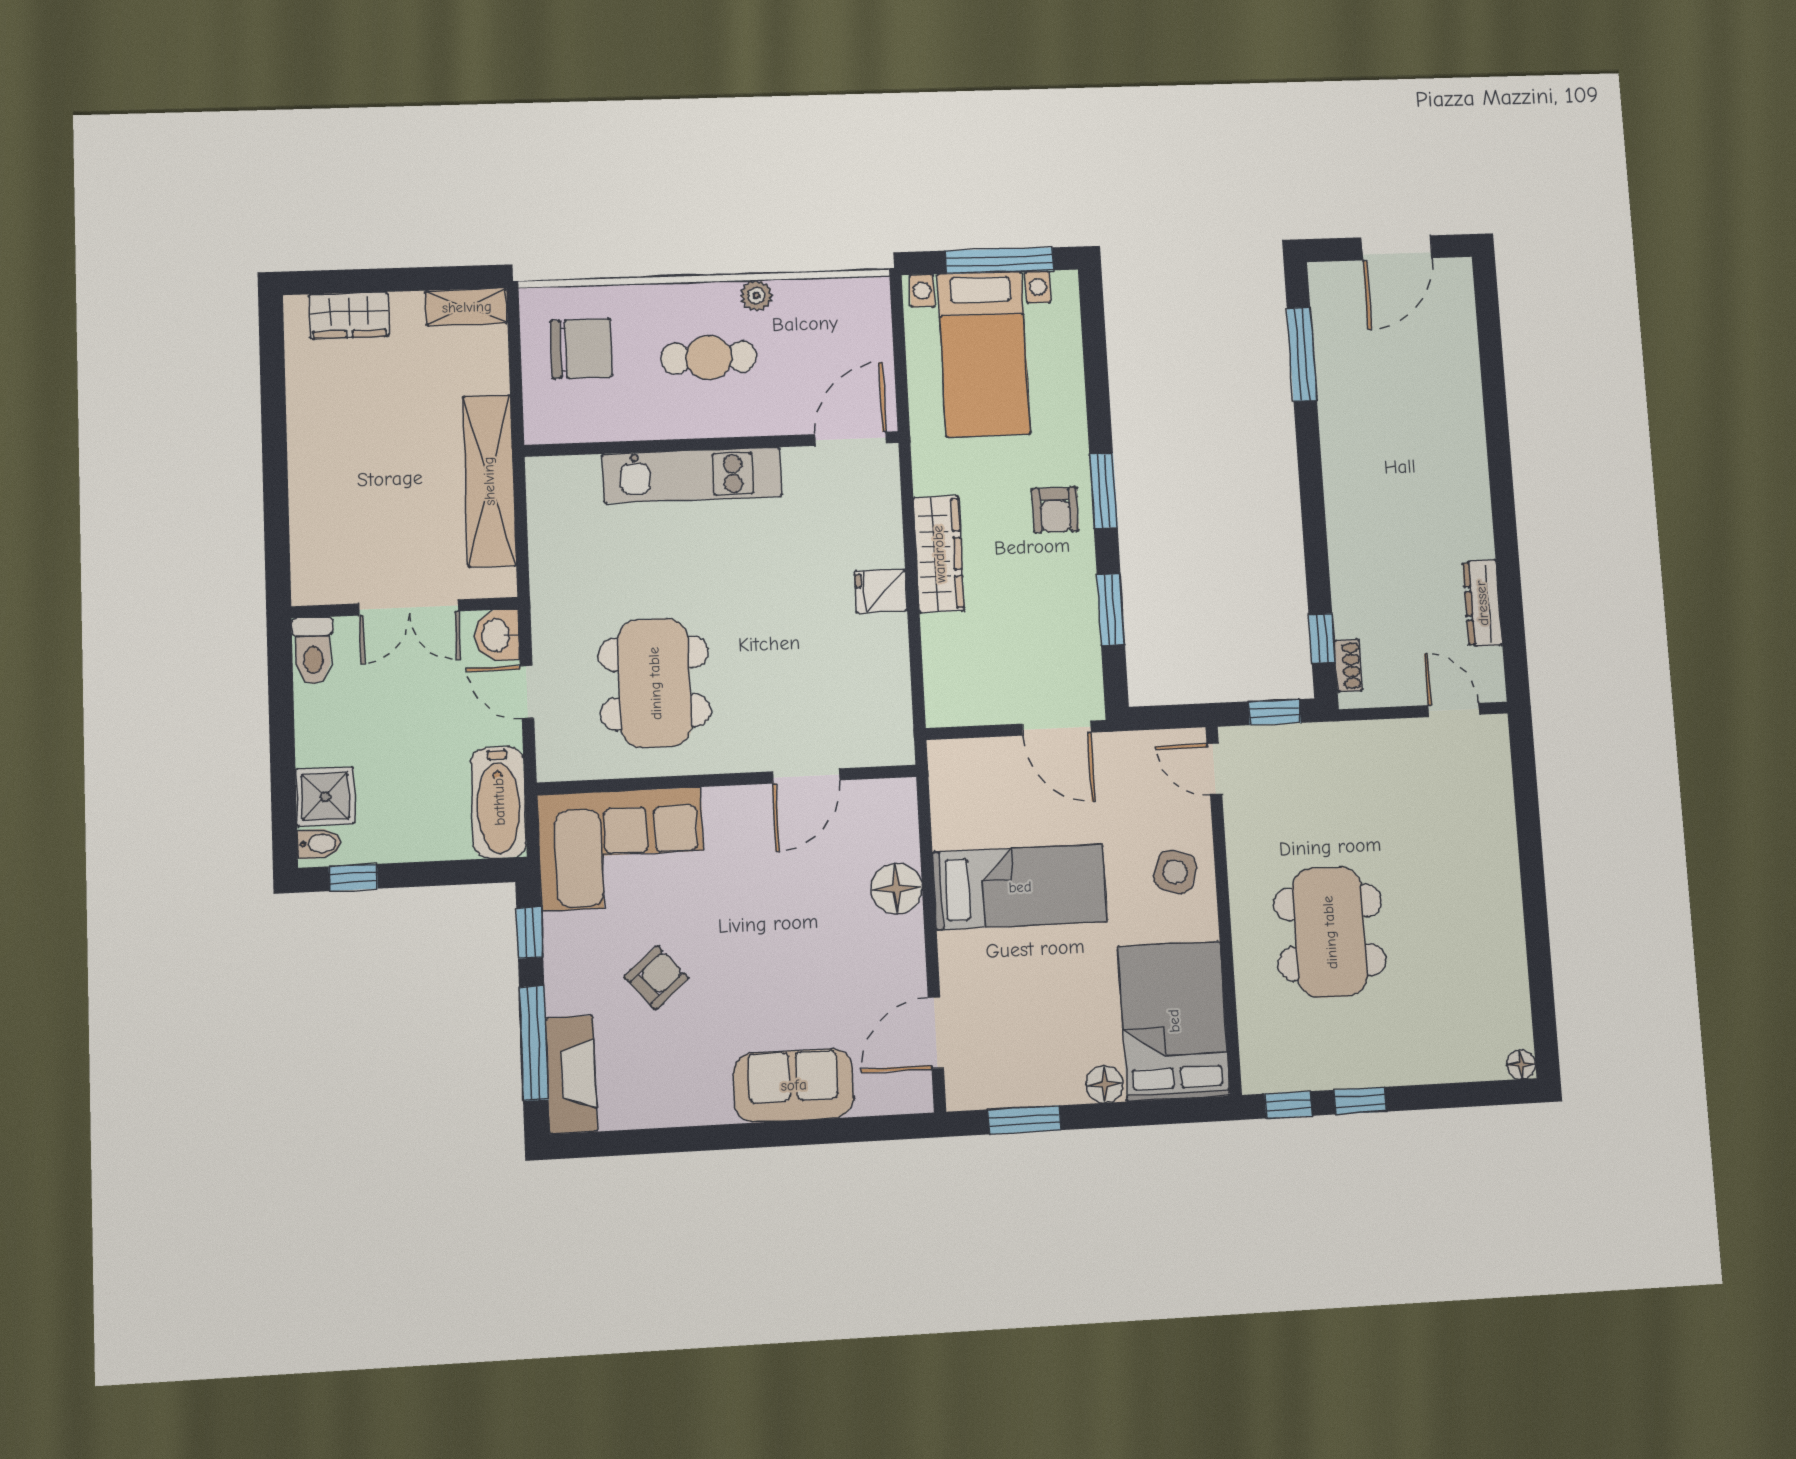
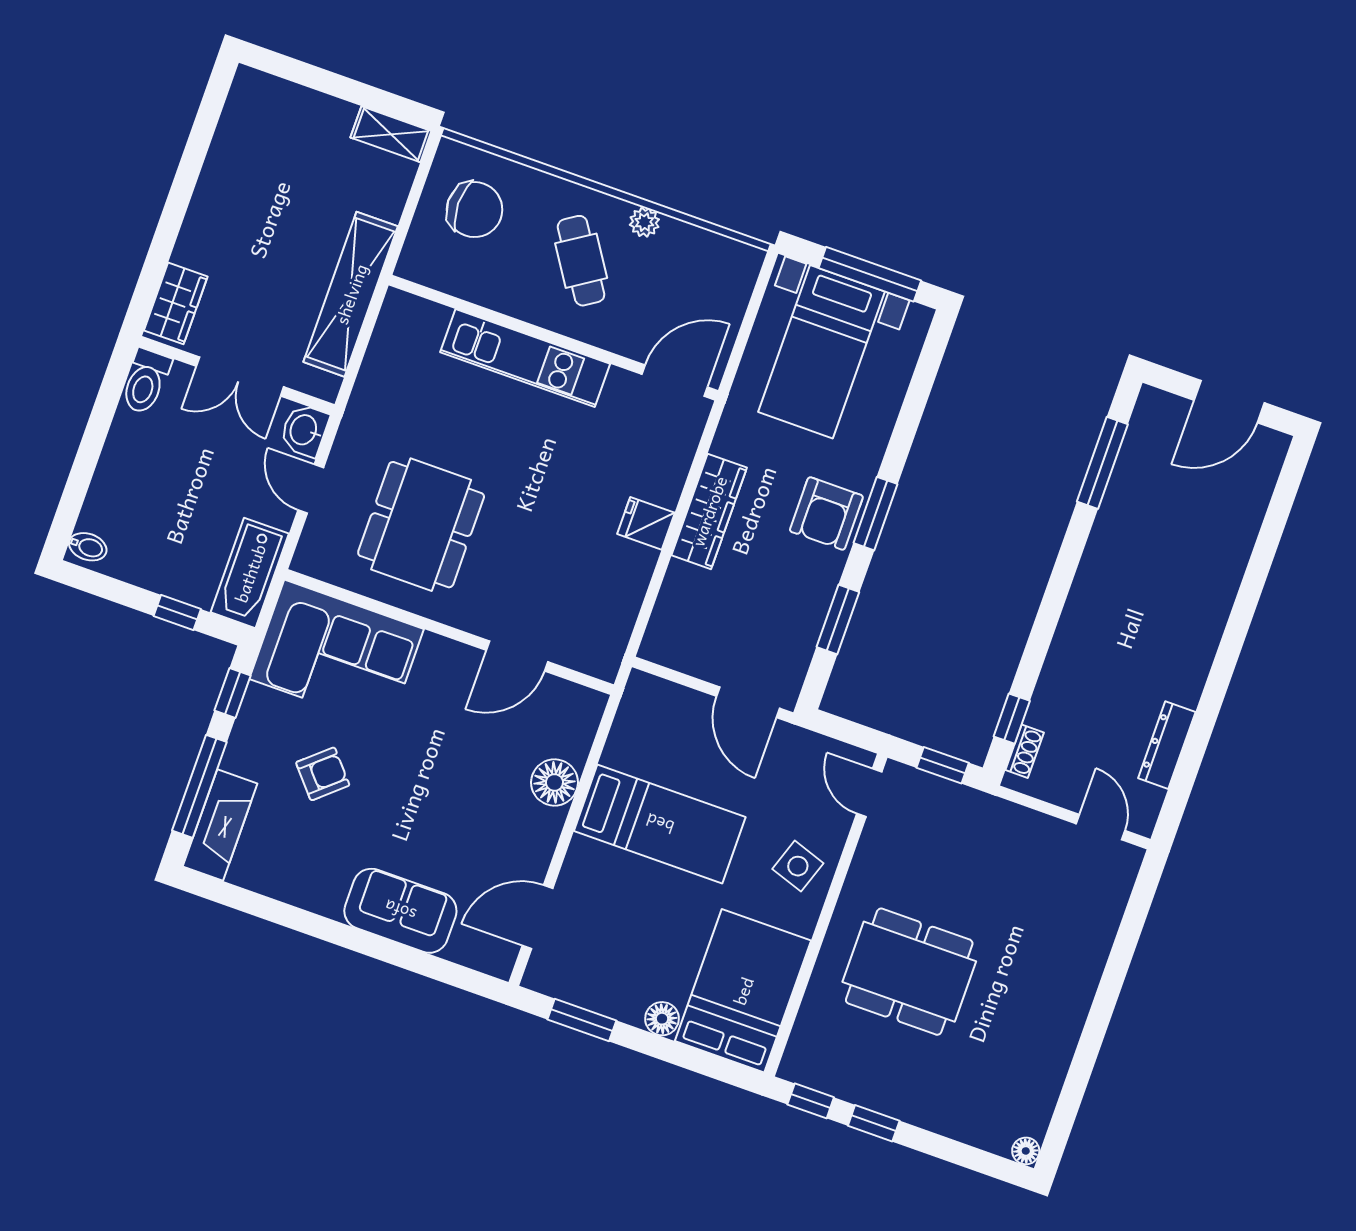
wardrobe: (349, 315) -> (176, 303), moved, turned -90
cafe table: (709, 357) -> (581, 261), turned 57
armchair: (1055, 510) -> (826, 513), width x1.38, depth x1.38
shower: (325, 797) -> (108, 509), removed
window: (353, 878) -> (177, 613), moved
dining table: (1330, 932) -> (909, 972), turned 90

